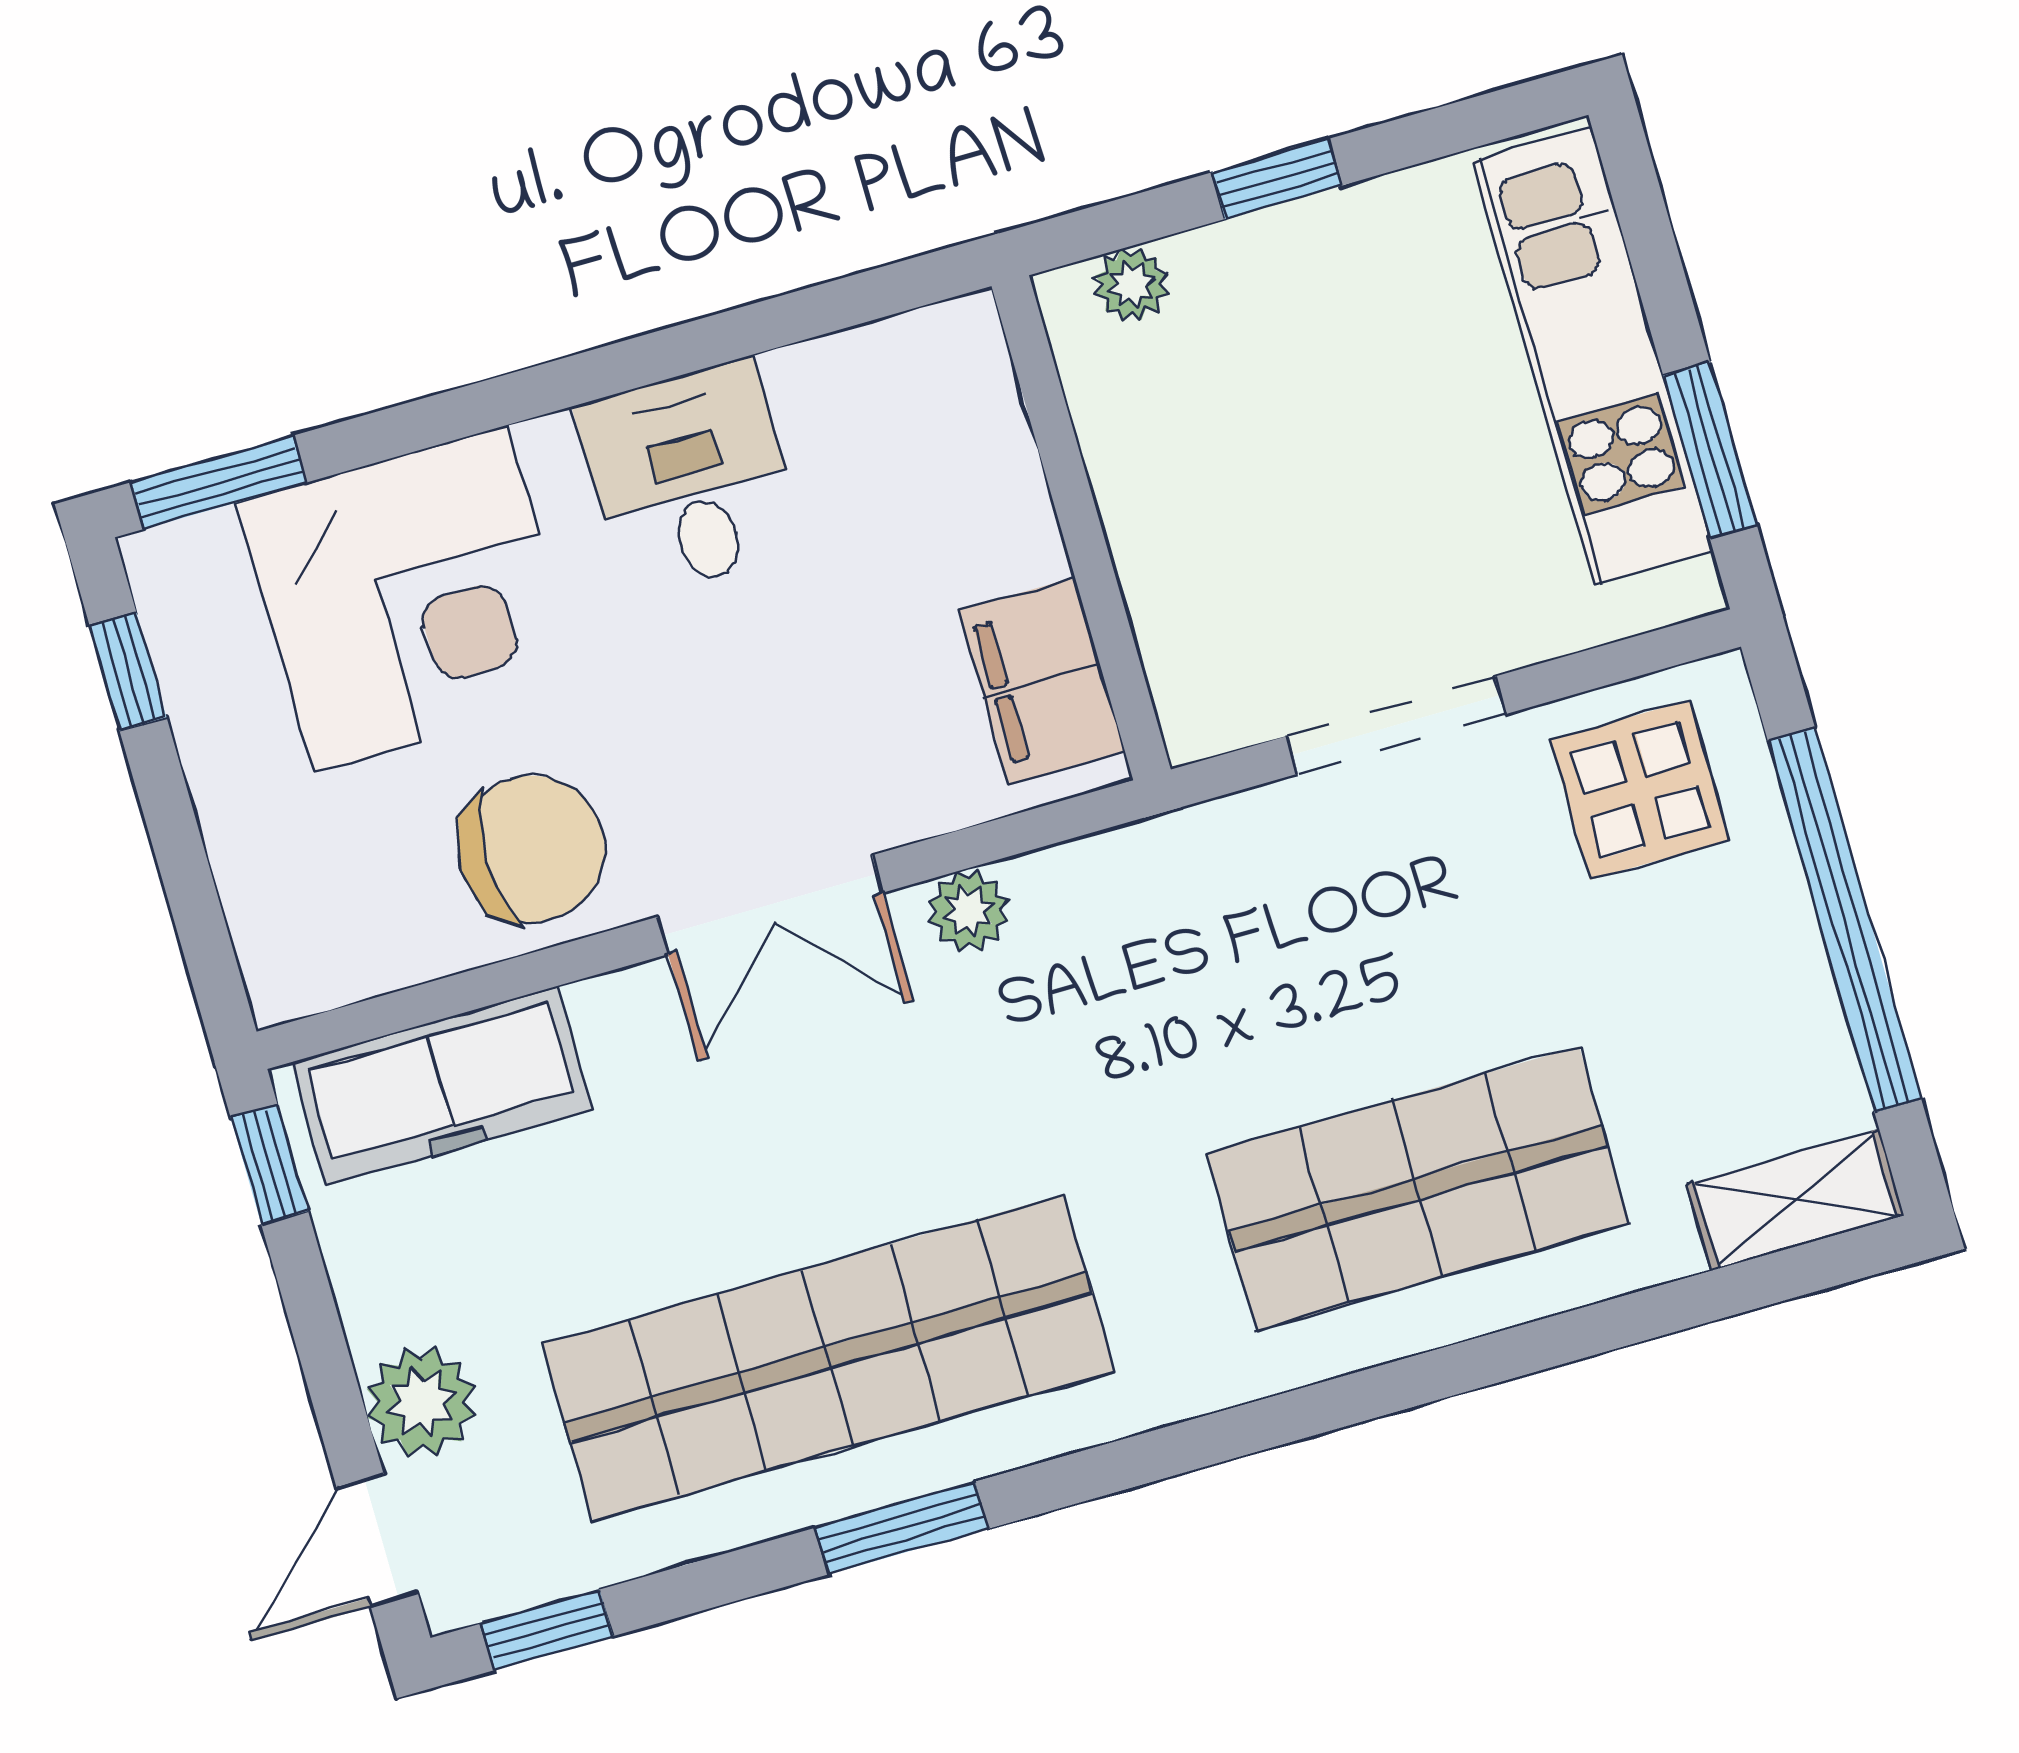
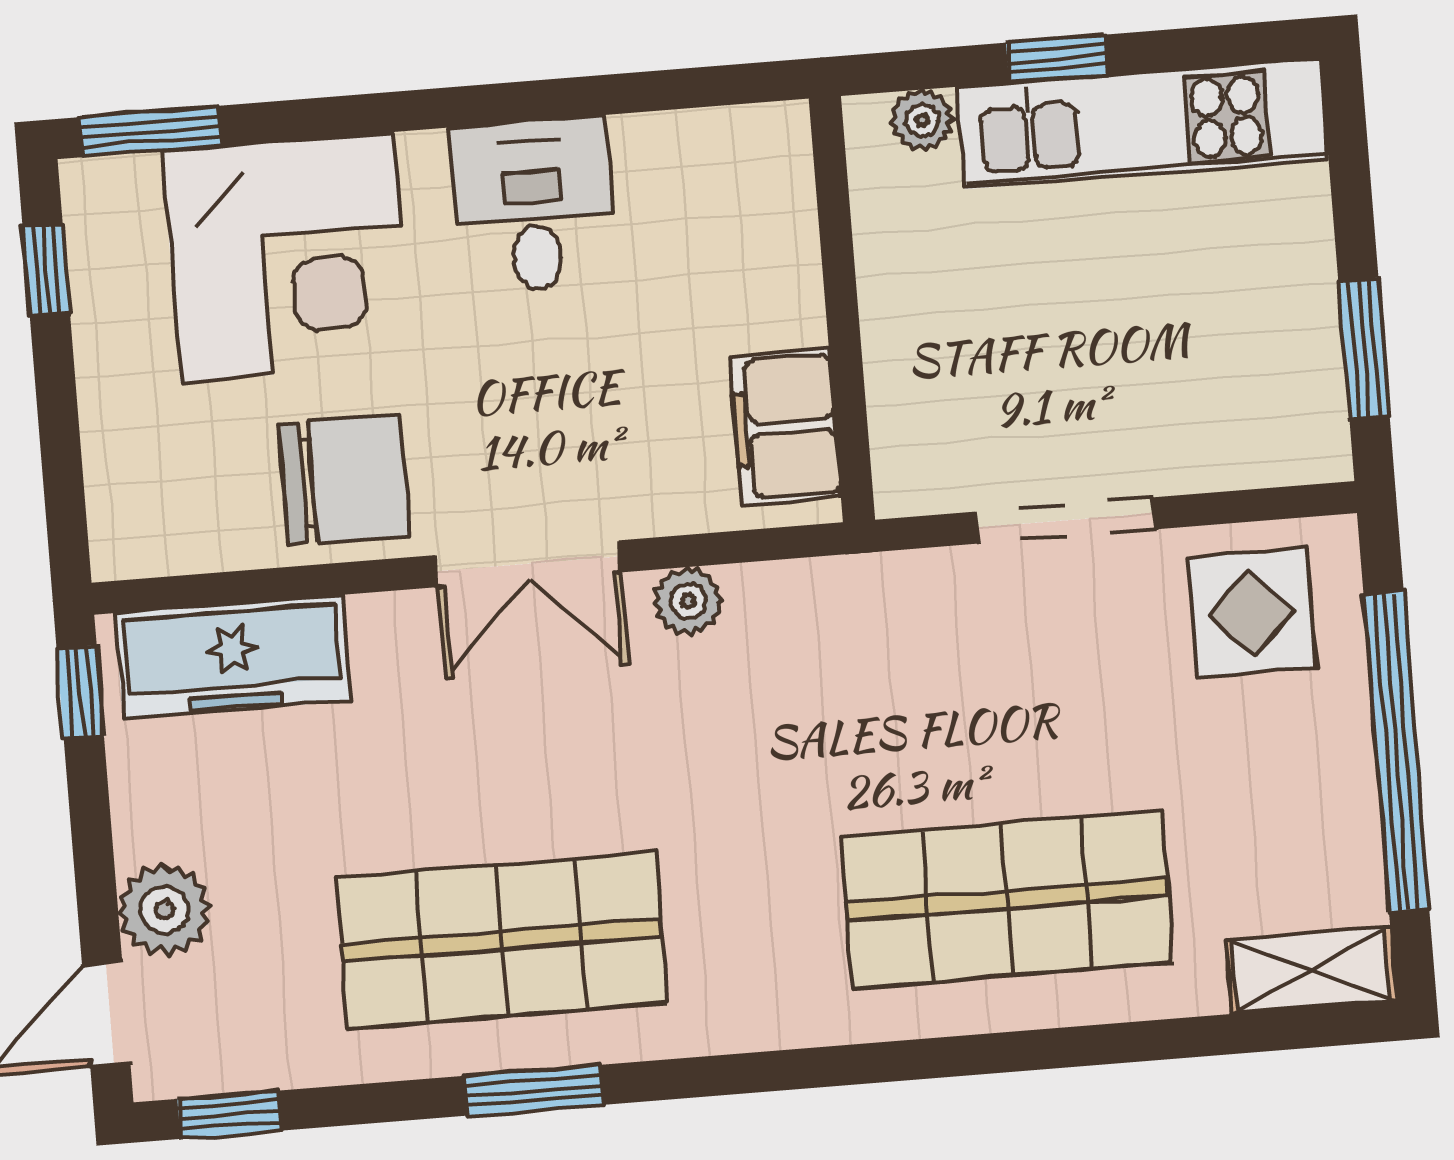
kitchen unit: (1593, 356) -> (1143, 123), moved, turned -90
shop shelf: (828, 1358) -> (502, 940), width x0.71

